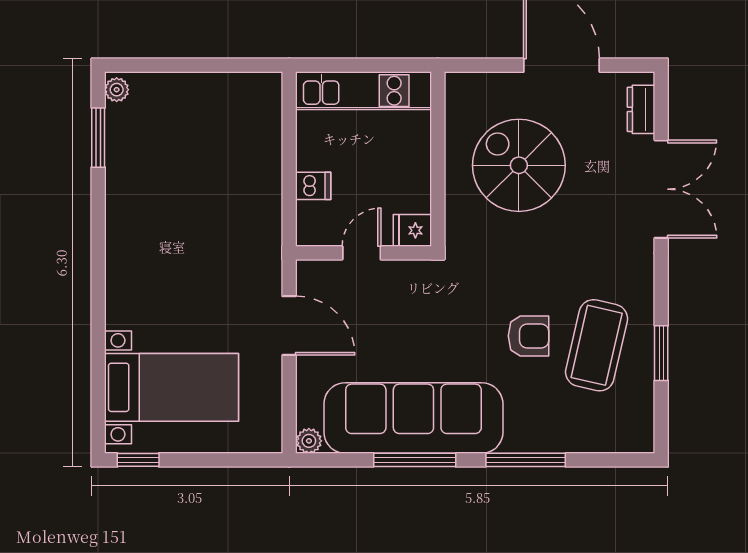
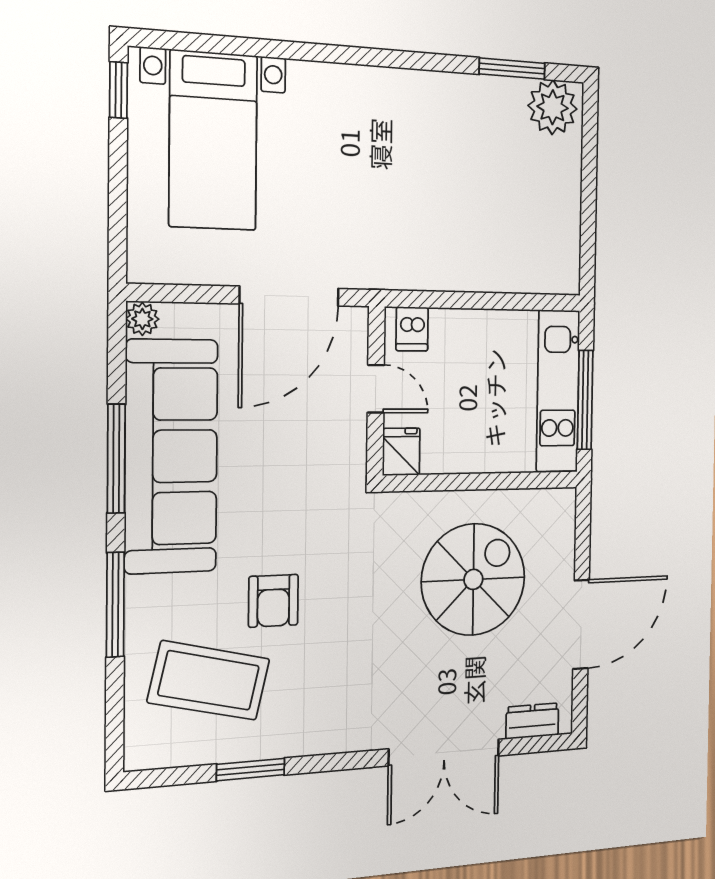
window: (371, 65) -> (585, 400), added
plant: (117, 90) -> (553, 107), width x1.88, depth x1.88
dishwasher: (313, 186) -> (412, 329), moved
door: (289, 326) -> (289, 296), width x1.36
coffee table: (597, 345) -> (209, 680), moved

